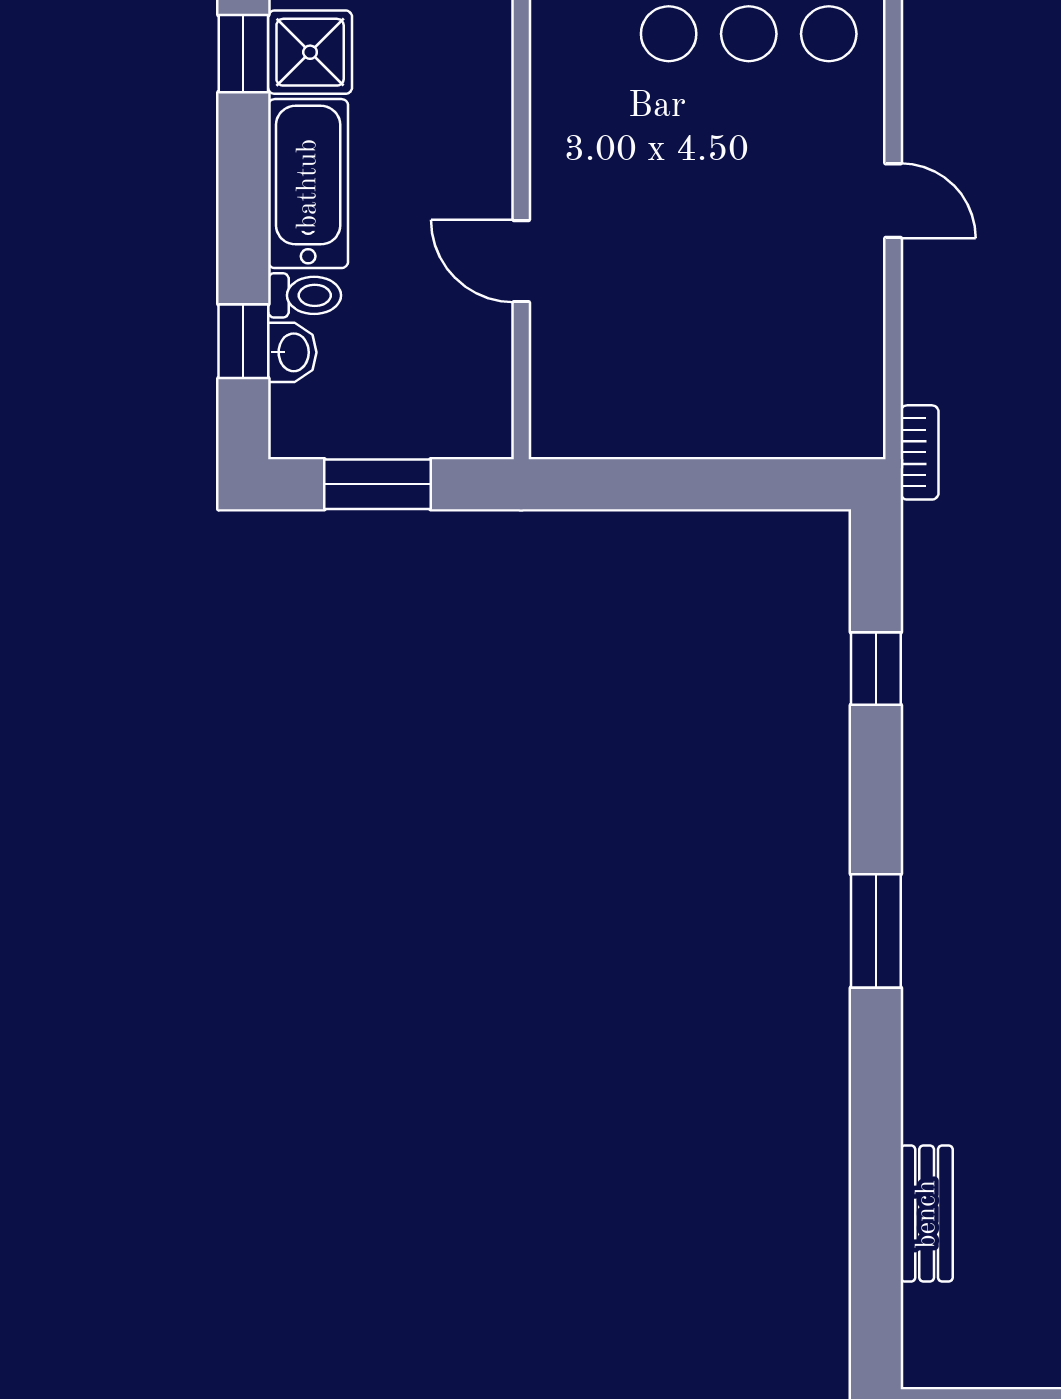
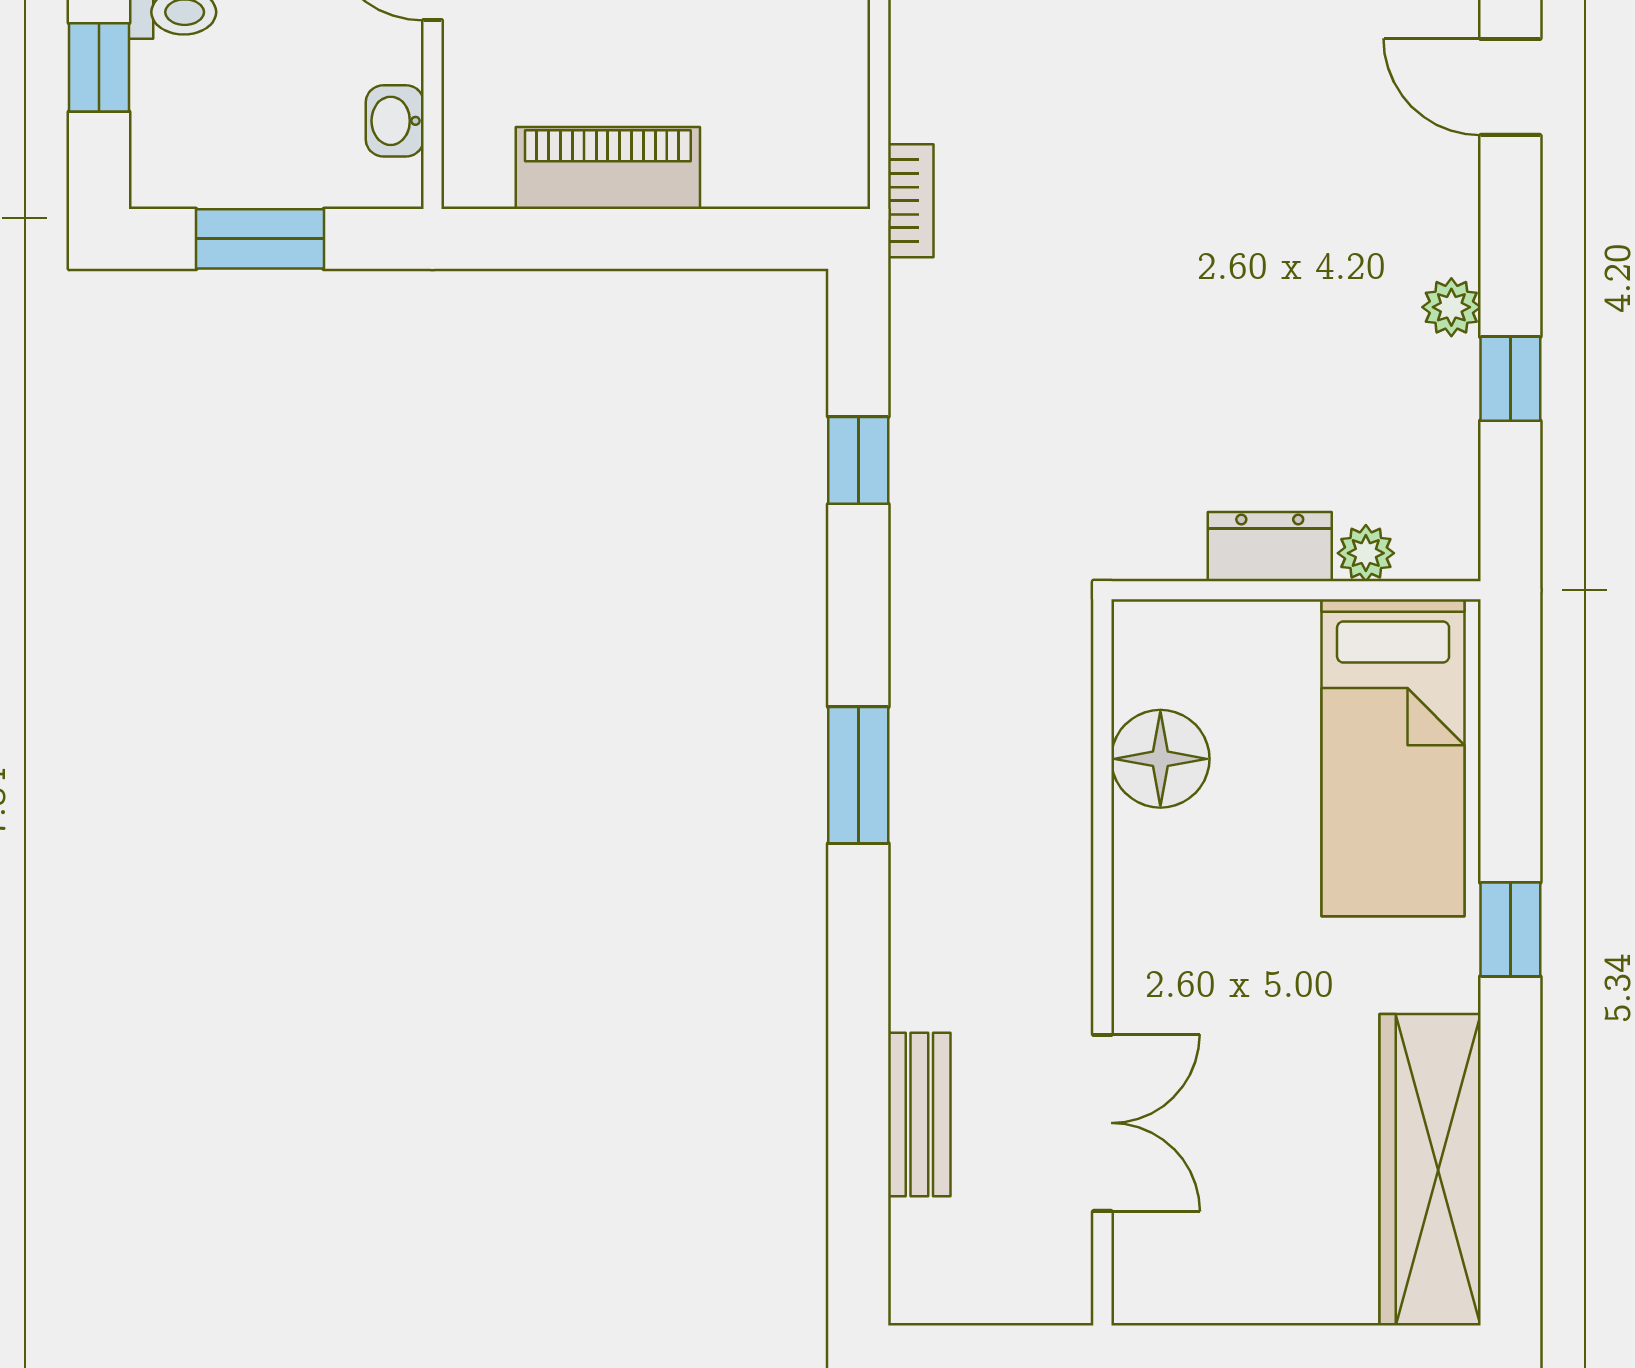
washbasin: (292, 352) -> (395, 121), moved, turned 180
piano: (667, 425) -> (608, 168), added

